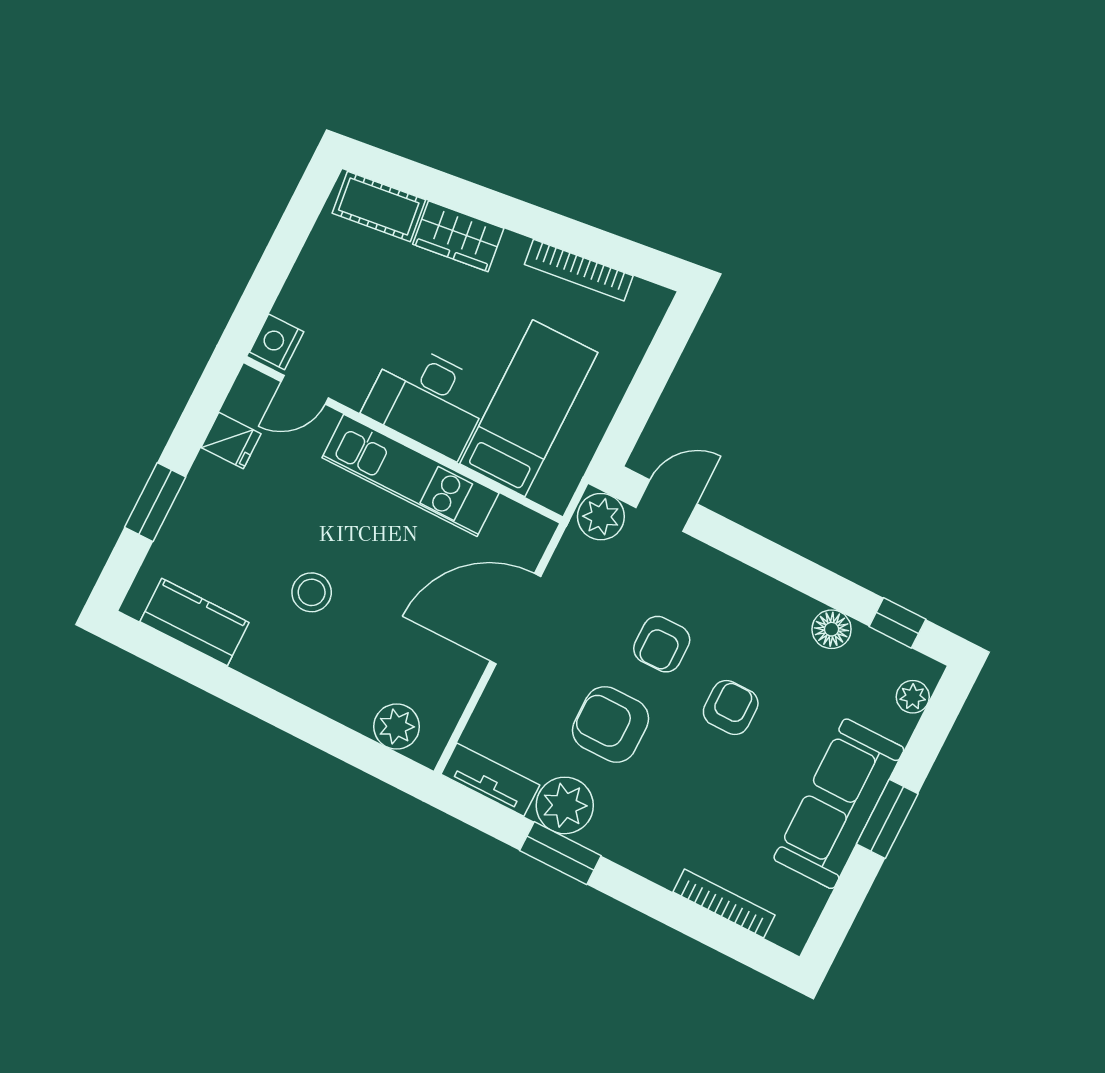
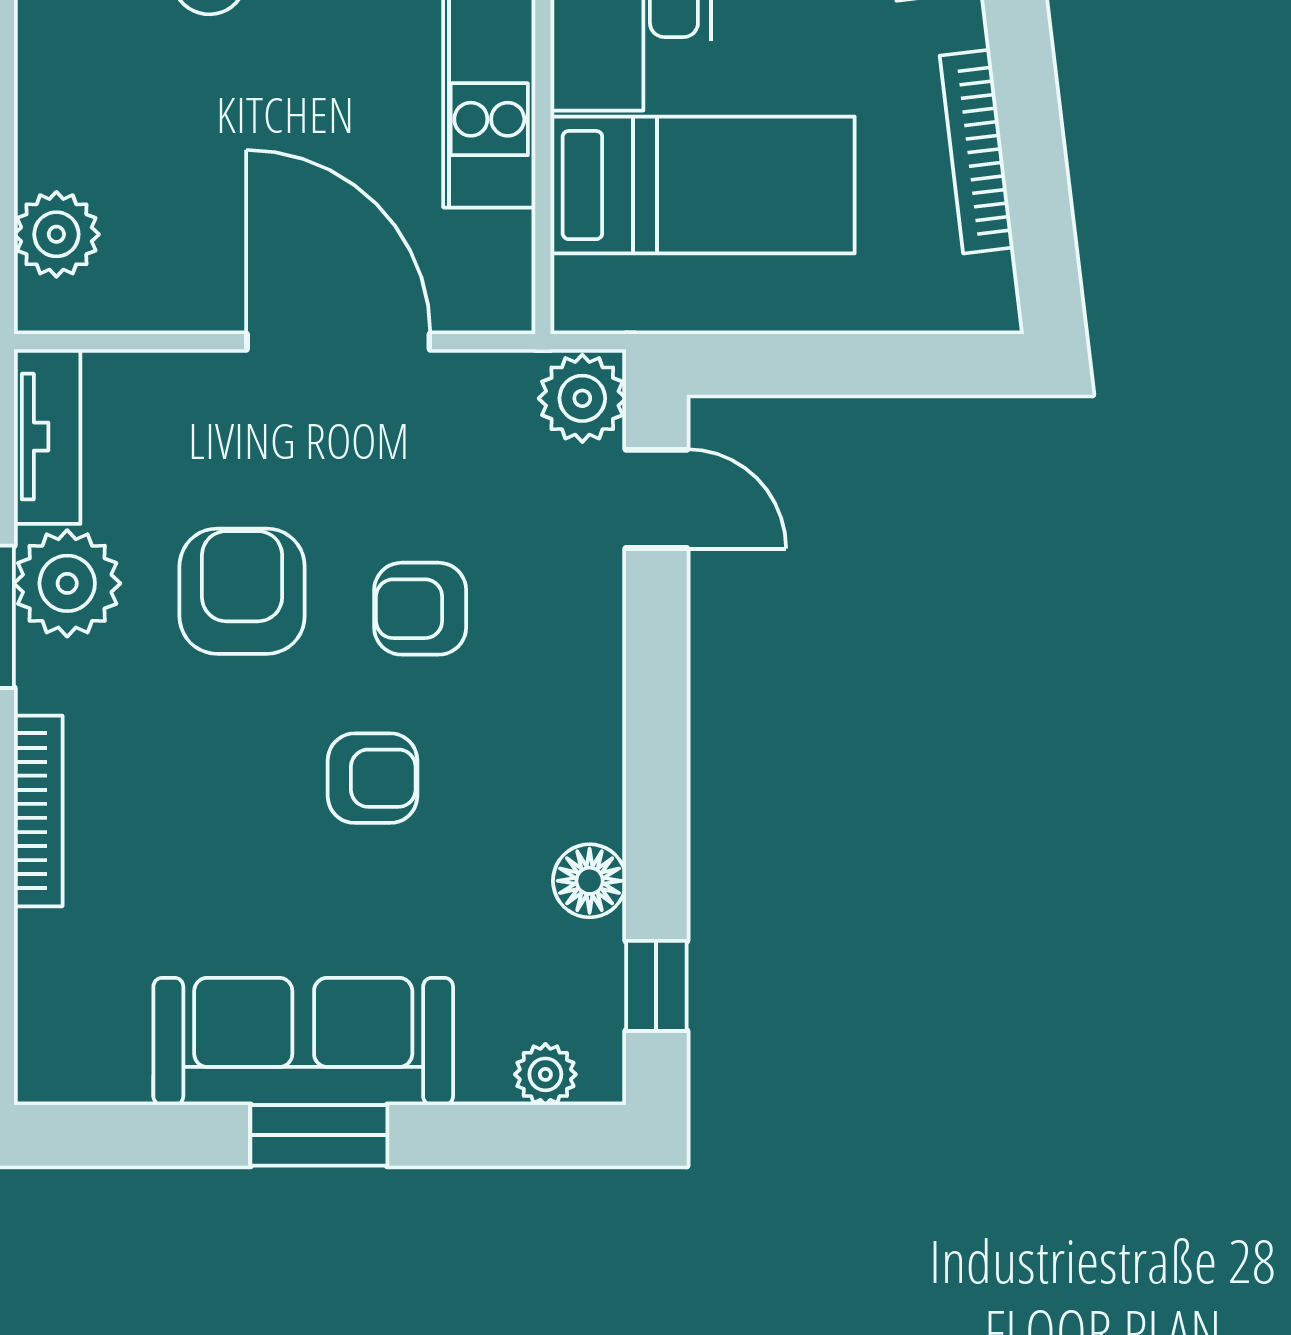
bookcase: (724, 903) -> (38, 811), moved

